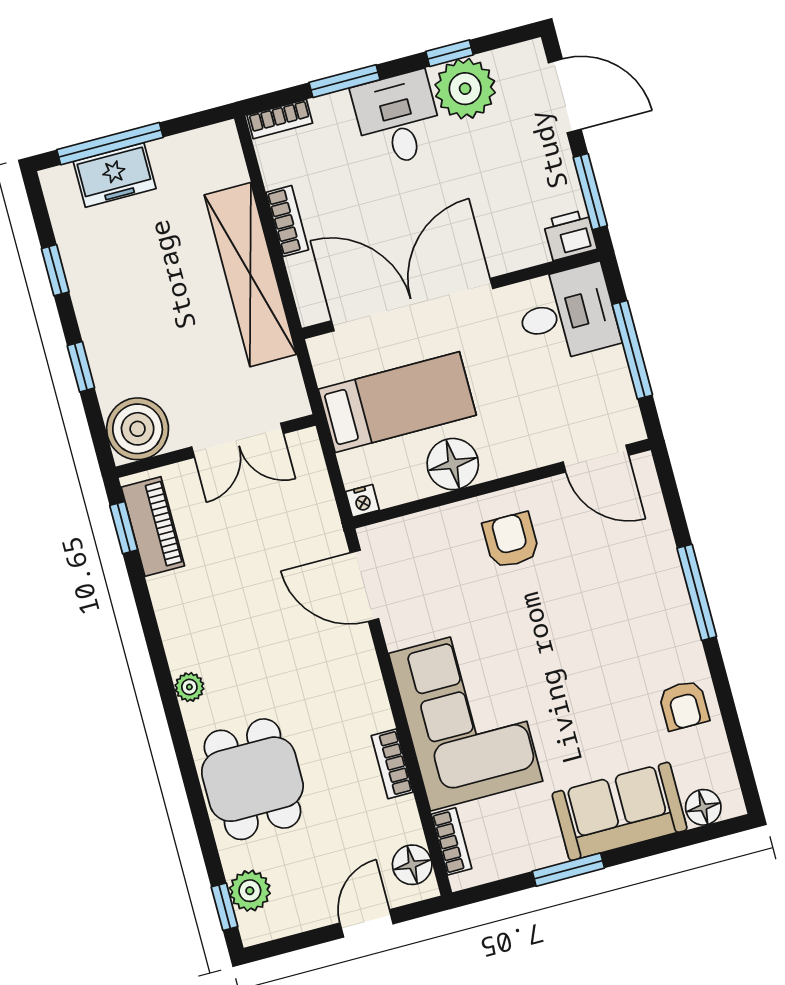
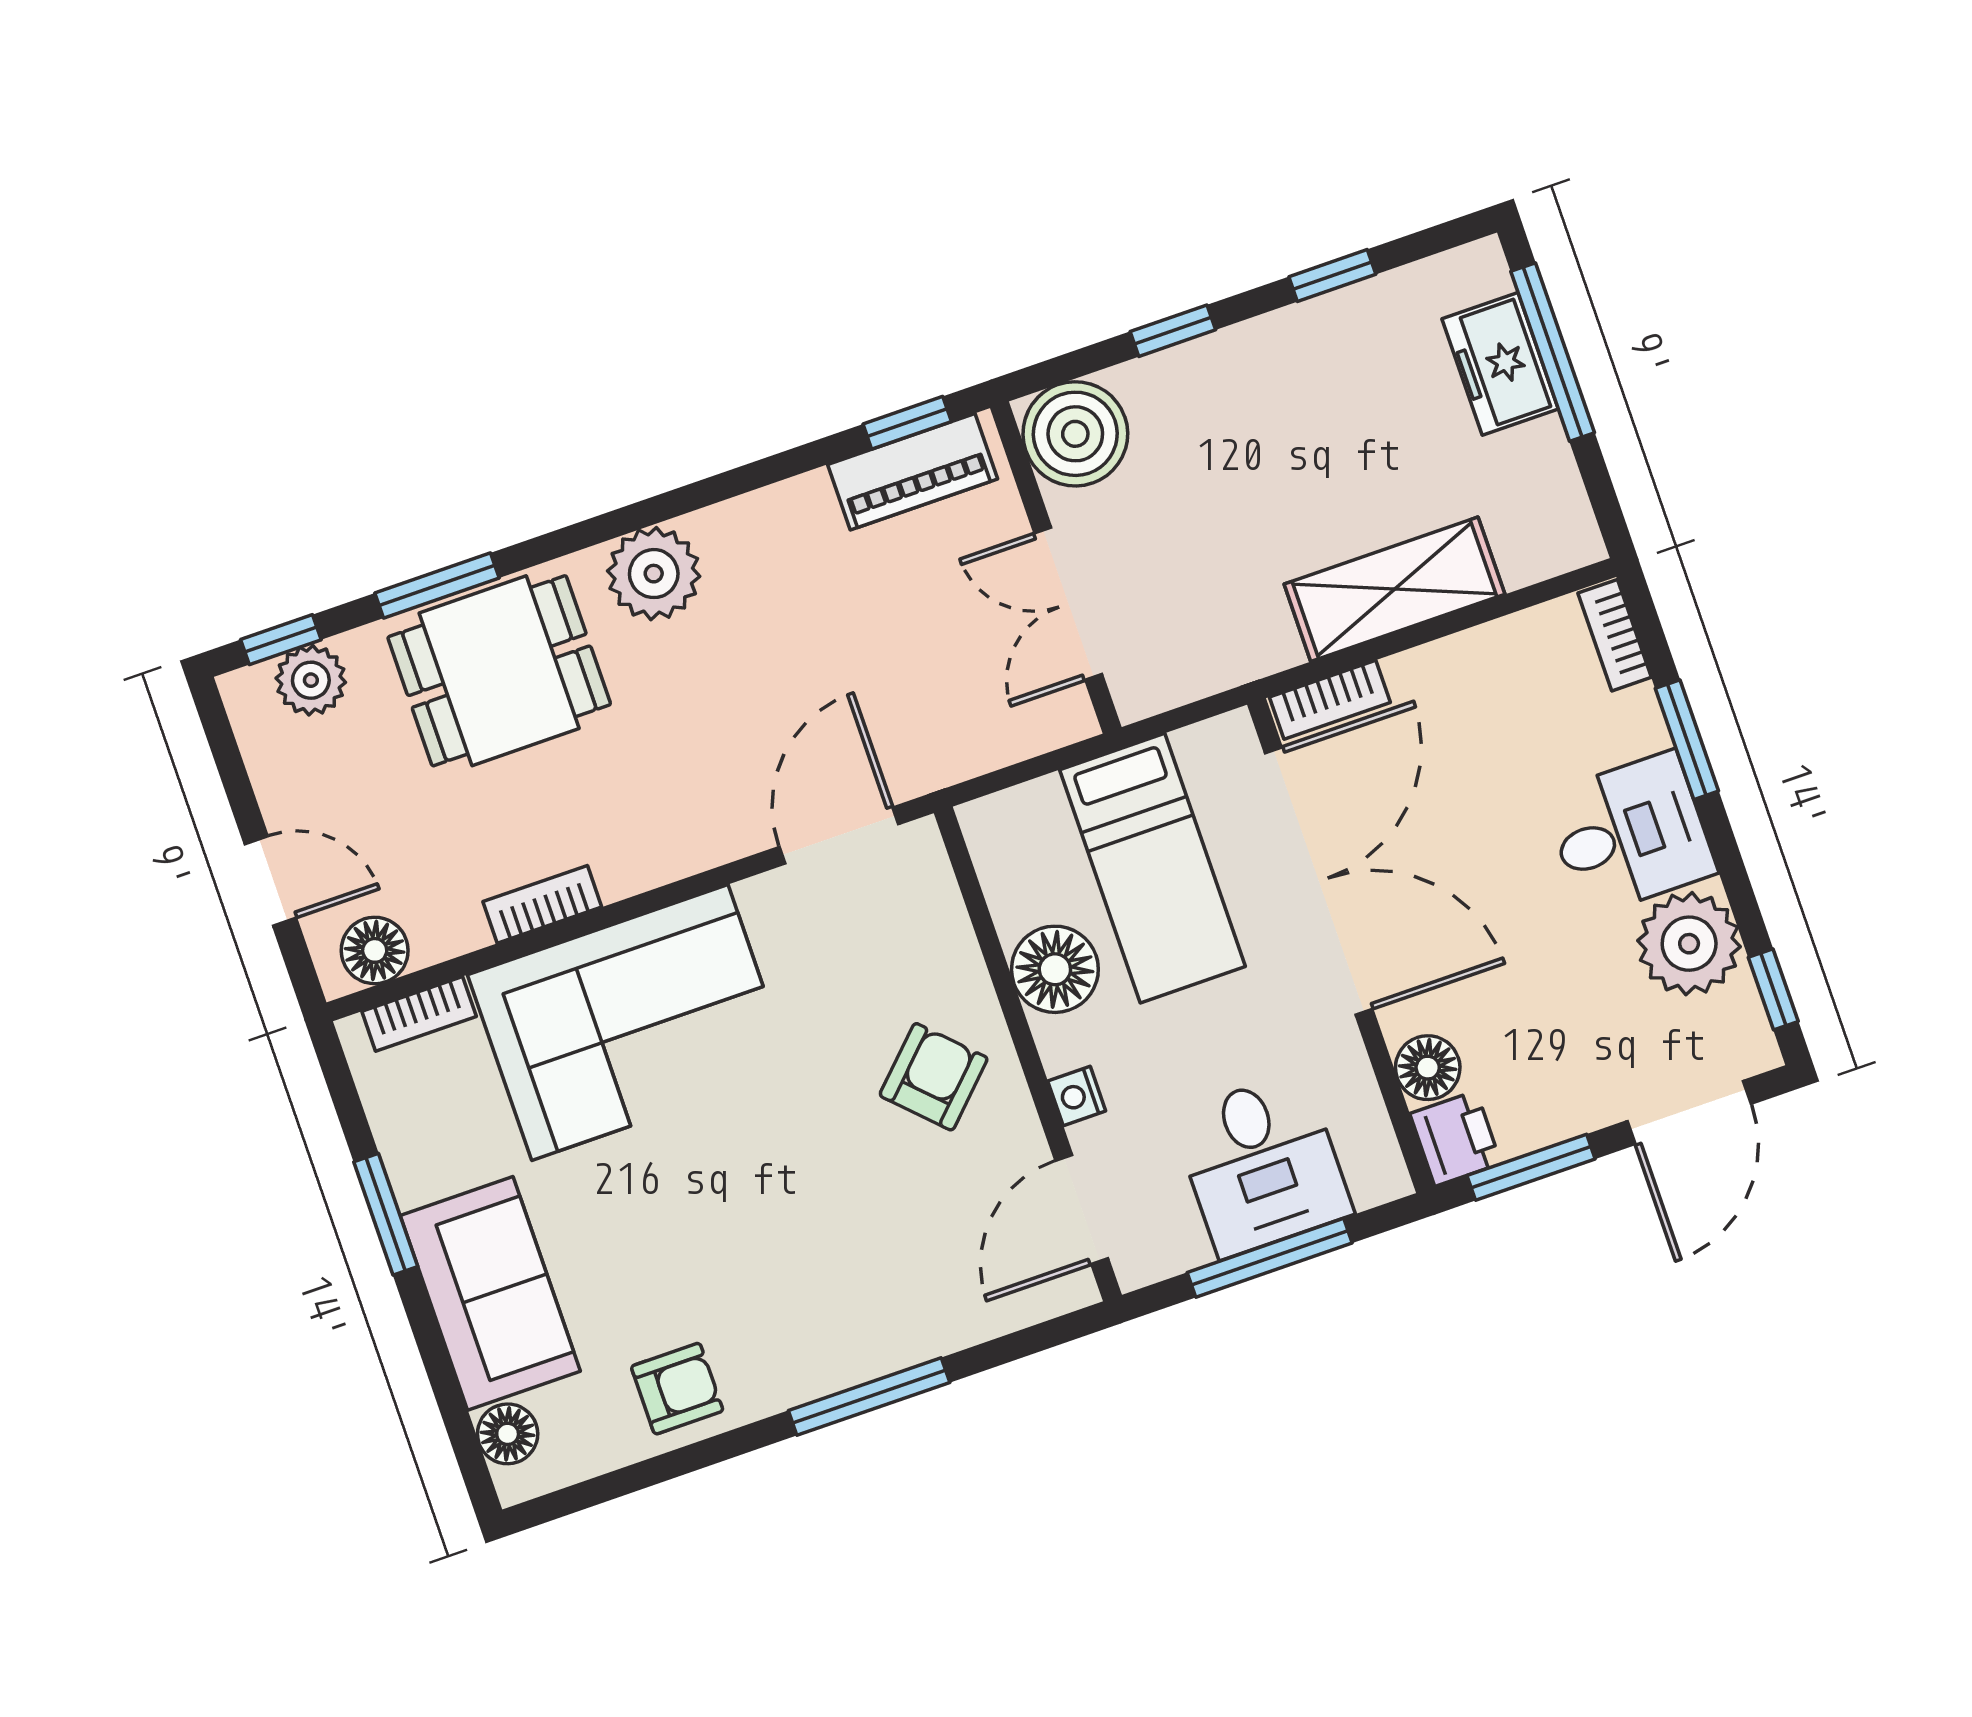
window: (449, 53) -> (1773, 989), moved
bookcase: (287, 221) -> (1330, 700), moved
floor lamp: (527, 248) -> (1428, 1068), added
shelving: (250, 275) -> (1394, 589), width x0.68
desk: (567, 314) -> (1262, 1164), moved
nightstand: (362, 501) -> (1077, 1096), moved
armchair: (511, 540) -> (934, 1077), turned -45
plant: (189, 687) -> (654, 574), width x1.88, depth x1.88
armchair: (684, 705) -> (677, 1389), turned 180
window: (199, 812) -> (437, 586), added

